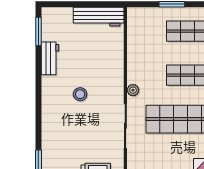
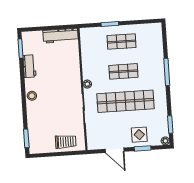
stool: (80, 94) -> (32, 96), moved

